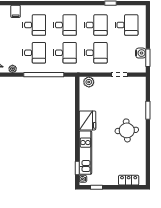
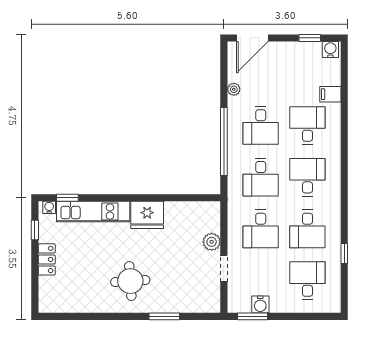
desk: (34, 25) -> (307, 125), turned 180
desk: (65, 25) -> (307, 177), turned 180
desk: (127, 25) -> (307, 281), turned 180
plant: (89, 82) -> (212, 242), moved
locker: (129, 180) -> (47, 259), moved

